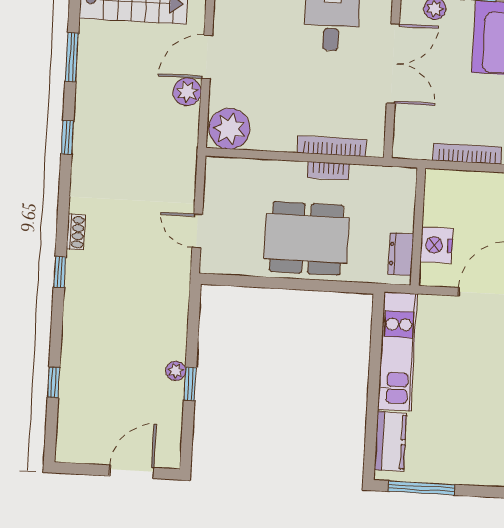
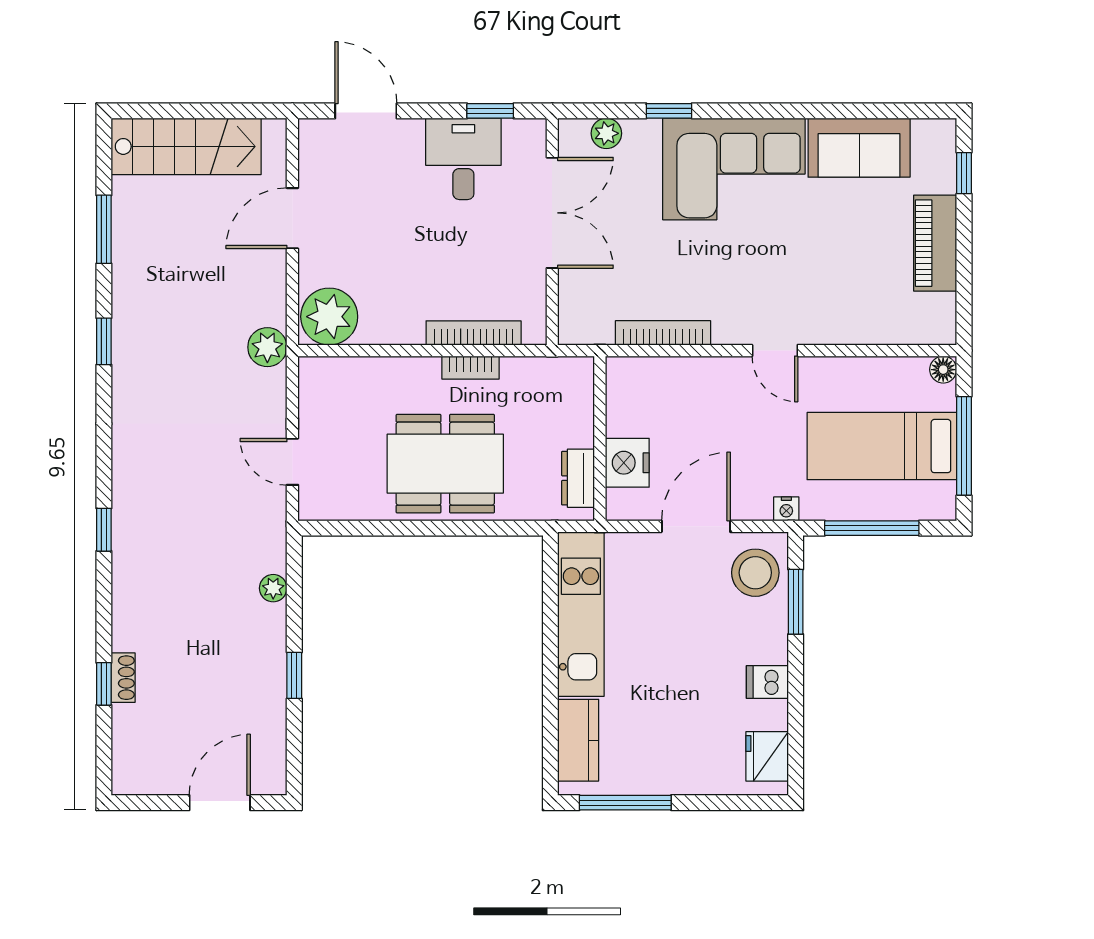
plant: (187, 92) -> (267, 347), moved
shoe rack: (76, 232) -> (123, 678), moved
plant: (176, 371) -> (273, 588), moved

